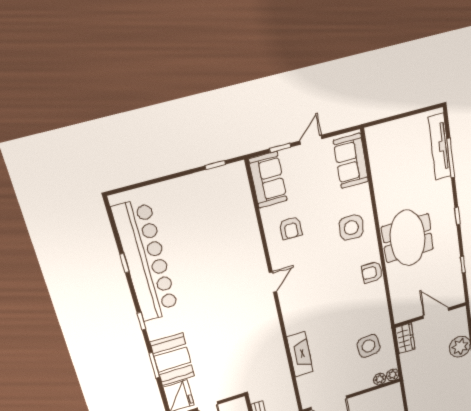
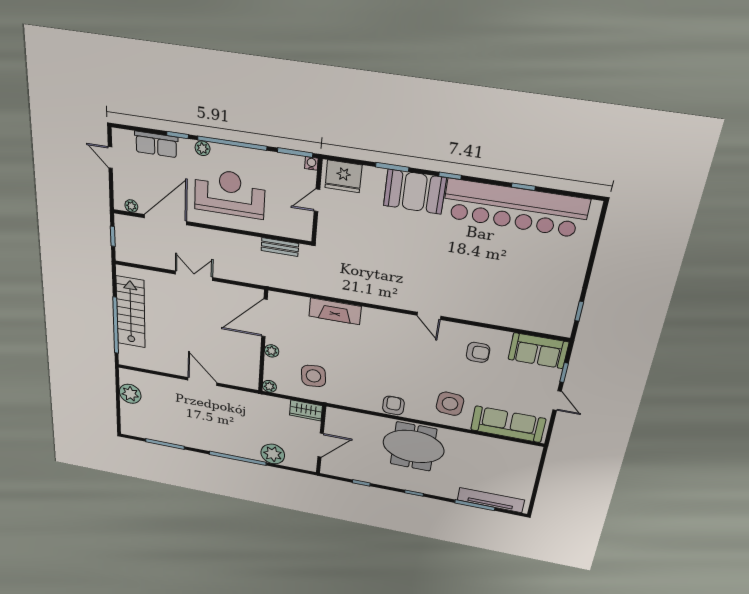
sofa: (351, 161) -> (508, 424), width x1.36
armchair: (291, 228) -> (478, 352), turned 180
booth: (172, 359) -> (415, 192), moved
plant: (380, 379) -> (272, 351), moved

